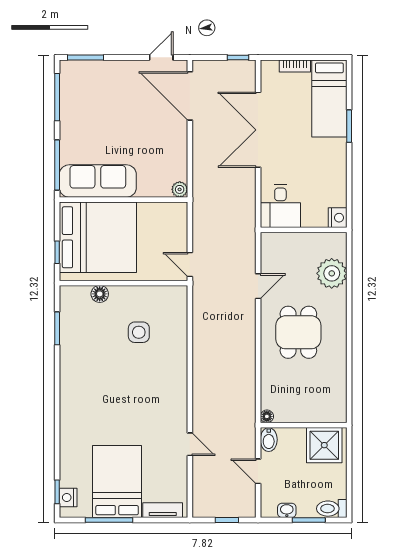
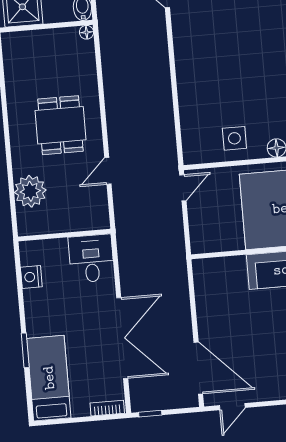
bookcase: (295, 66) -> (107, 408), moved
plant: (180, 189) -> (201, 267), removed
nightstand: (338, 218) -> (31, 277), moved
door: (190, 264) -> (183, 188), hinge flipped
side table: (139, 332) -> (234, 138), moved

